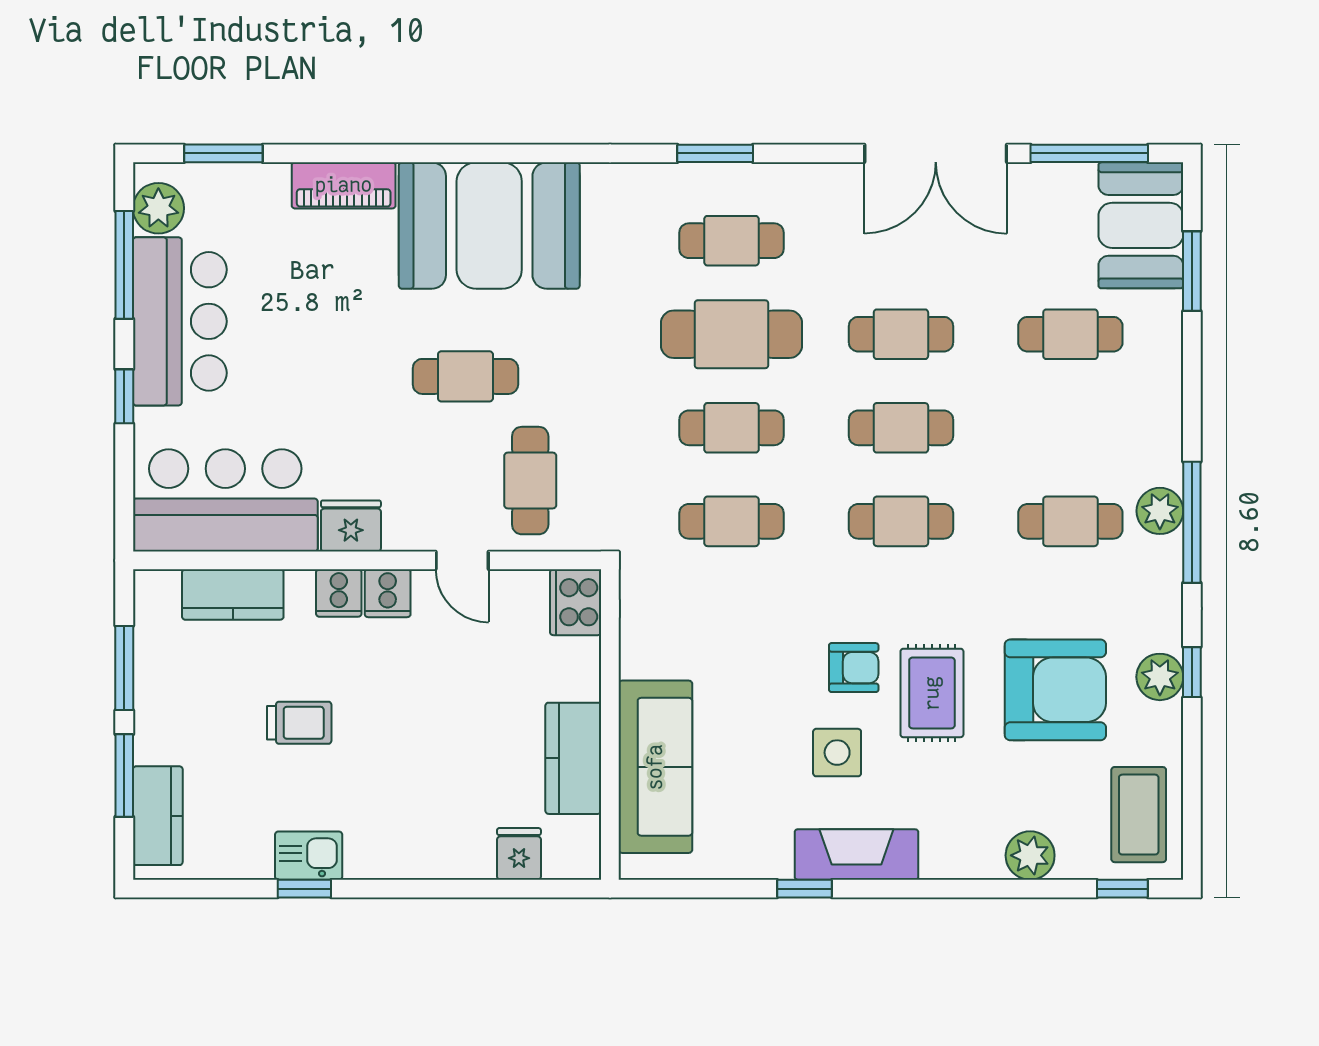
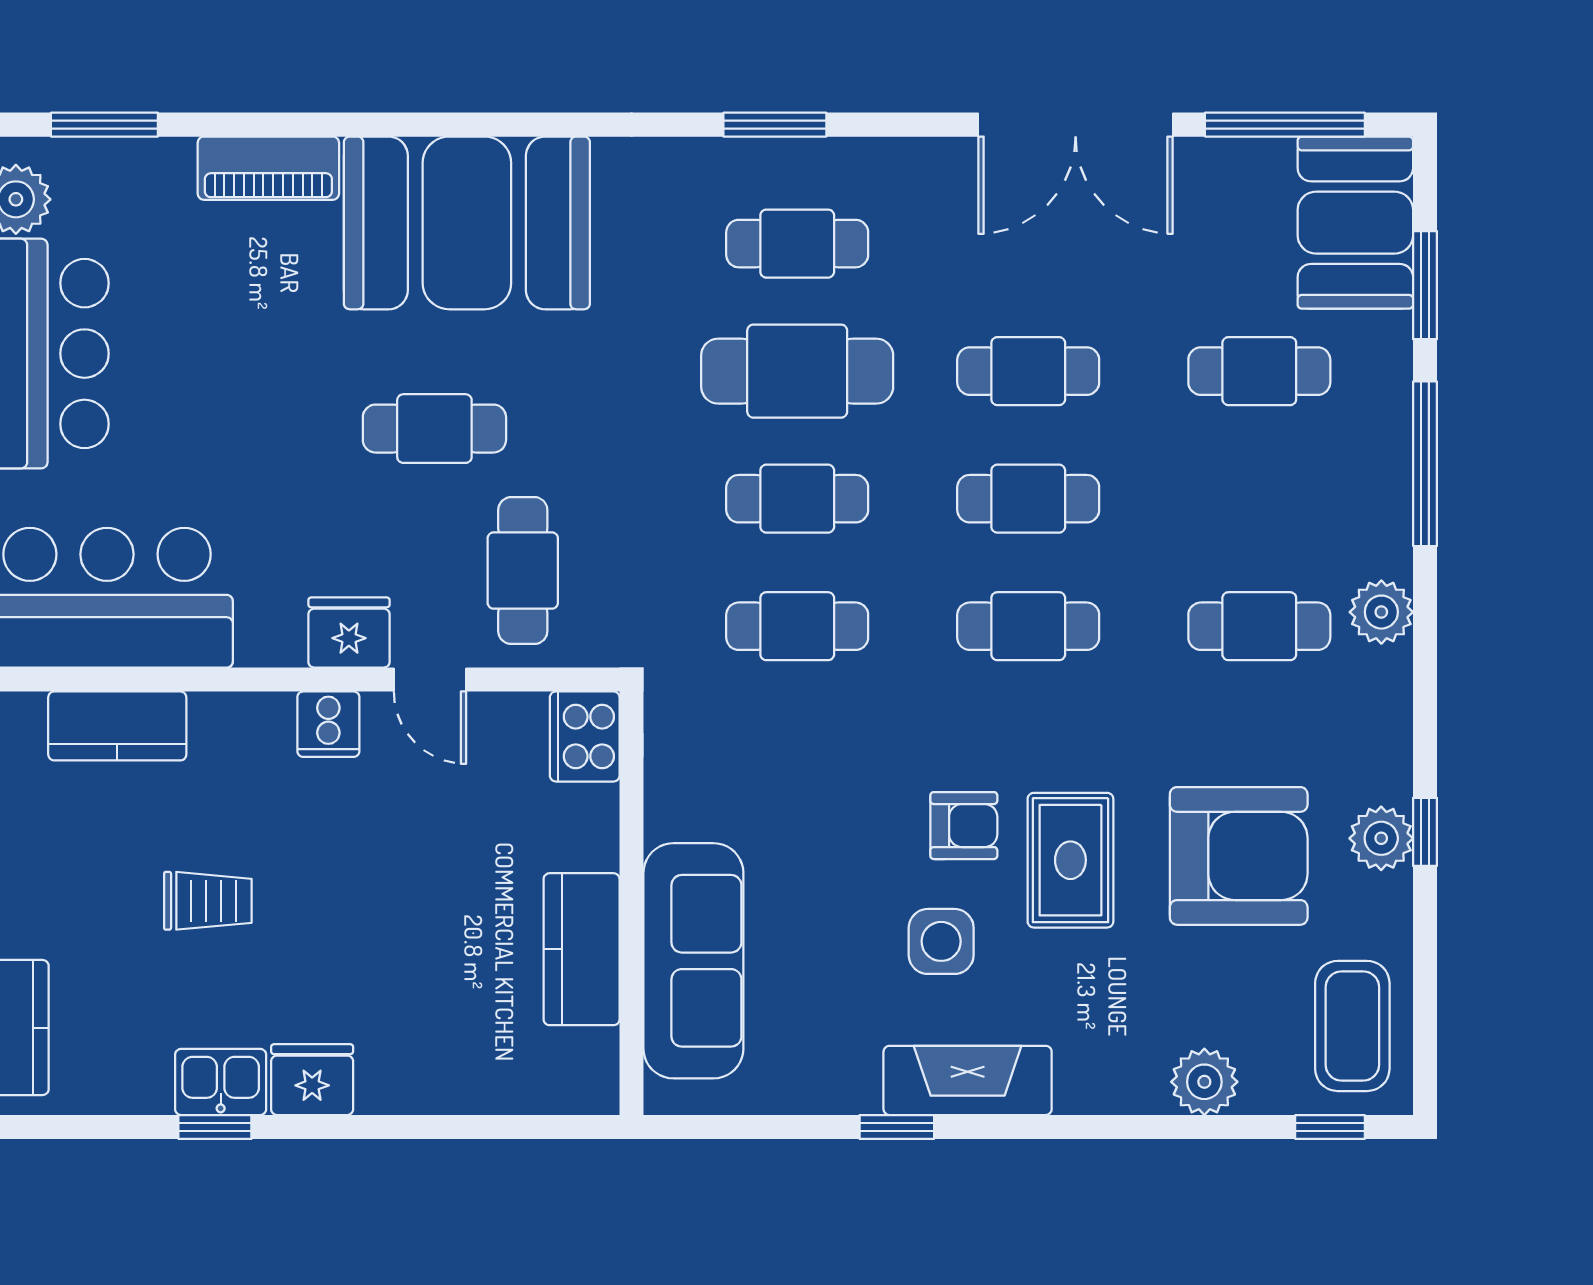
window: (1192, 522) -> (1425, 464), moved
fridge: (351, 526) -> (349, 633), moved
cooker: (339, 593) -> (262, 724), removed
fridge: (519, 854) -> (312, 1080), moved, width x1.38

